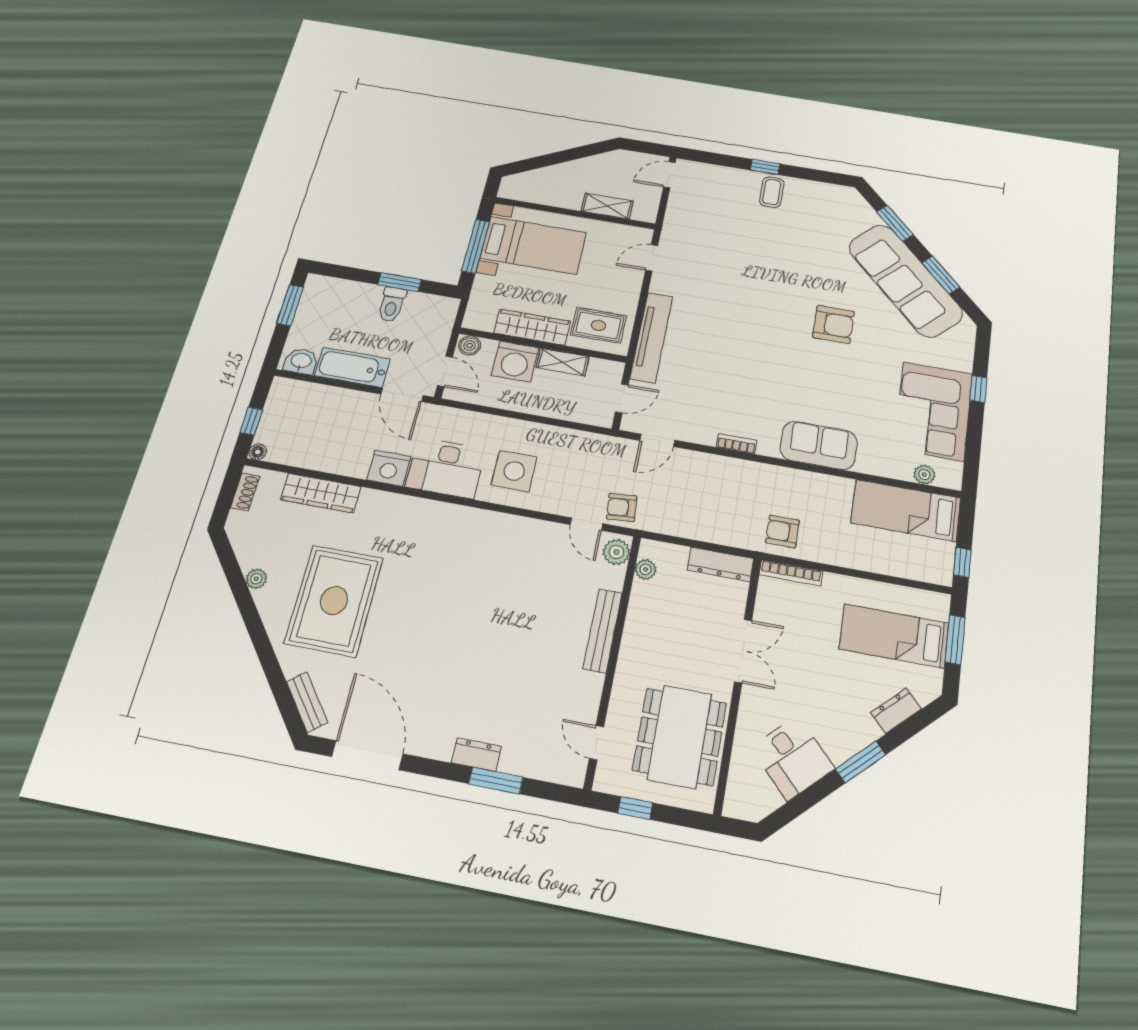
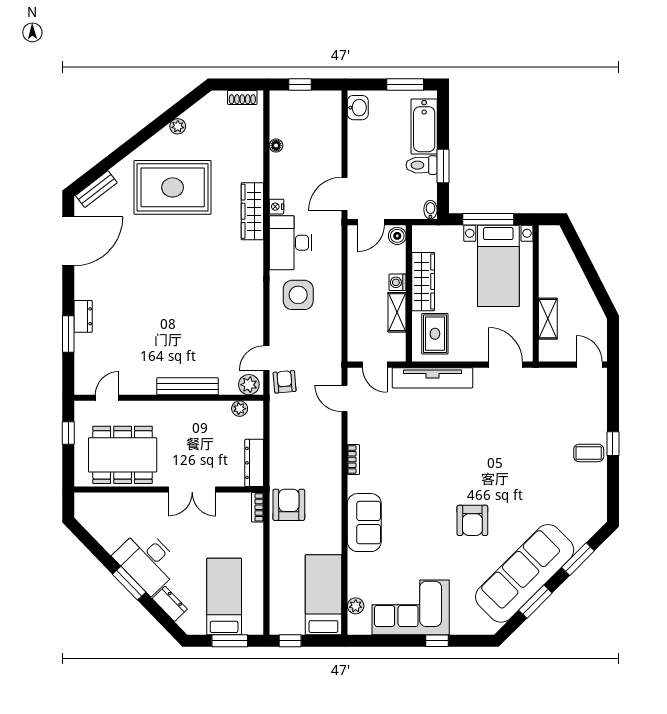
door: (652, 258) -> (505, 365), width x1.38
bidet: (448, 304) -> (430, 210), added
washing machine: (515, 362) -> (398, 282), width x0.53, depth x0.53
bathtub: (352, 367) -> (424, 126), moved, turned 180
floor lamp: (258, 452) -> (276, 146), moved
nightstand: (389, 468) -> (276, 207), width x0.53, depth x0.56
wardrobe: (321, 493) -> (252, 211), moved
armchair: (782, 531) -> (289, 505), width x1.38, depth x1.38
bookcase: (791, 573) -> (258, 507), width x0.64
desk: (793, 758) -> (147, 561), moved, width x1.37

